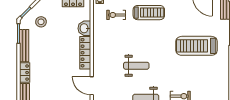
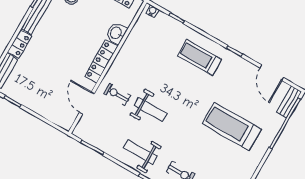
treadmill: (149, 13) -> (200, 57), turned 180
exercise bike: (116, 15) -> (117, 95), moved

